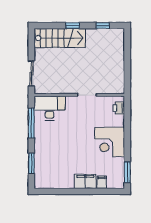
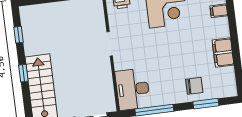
chair: (46, 156) -> (194, 86), added
filing cabinet: (85, 181) -> (223, 53), moved

